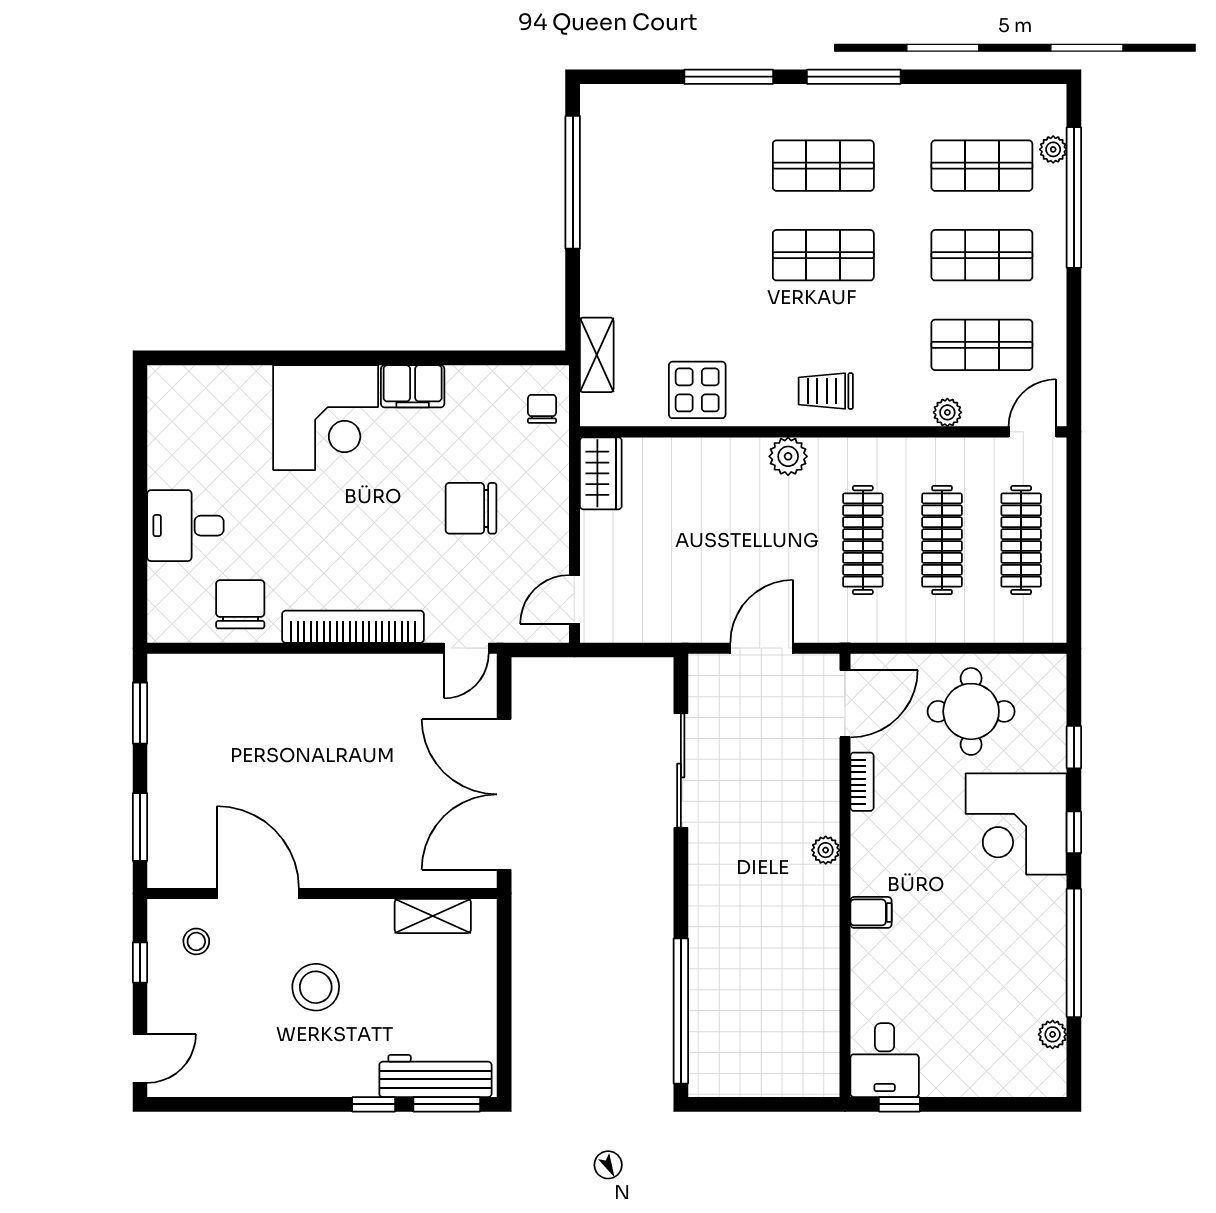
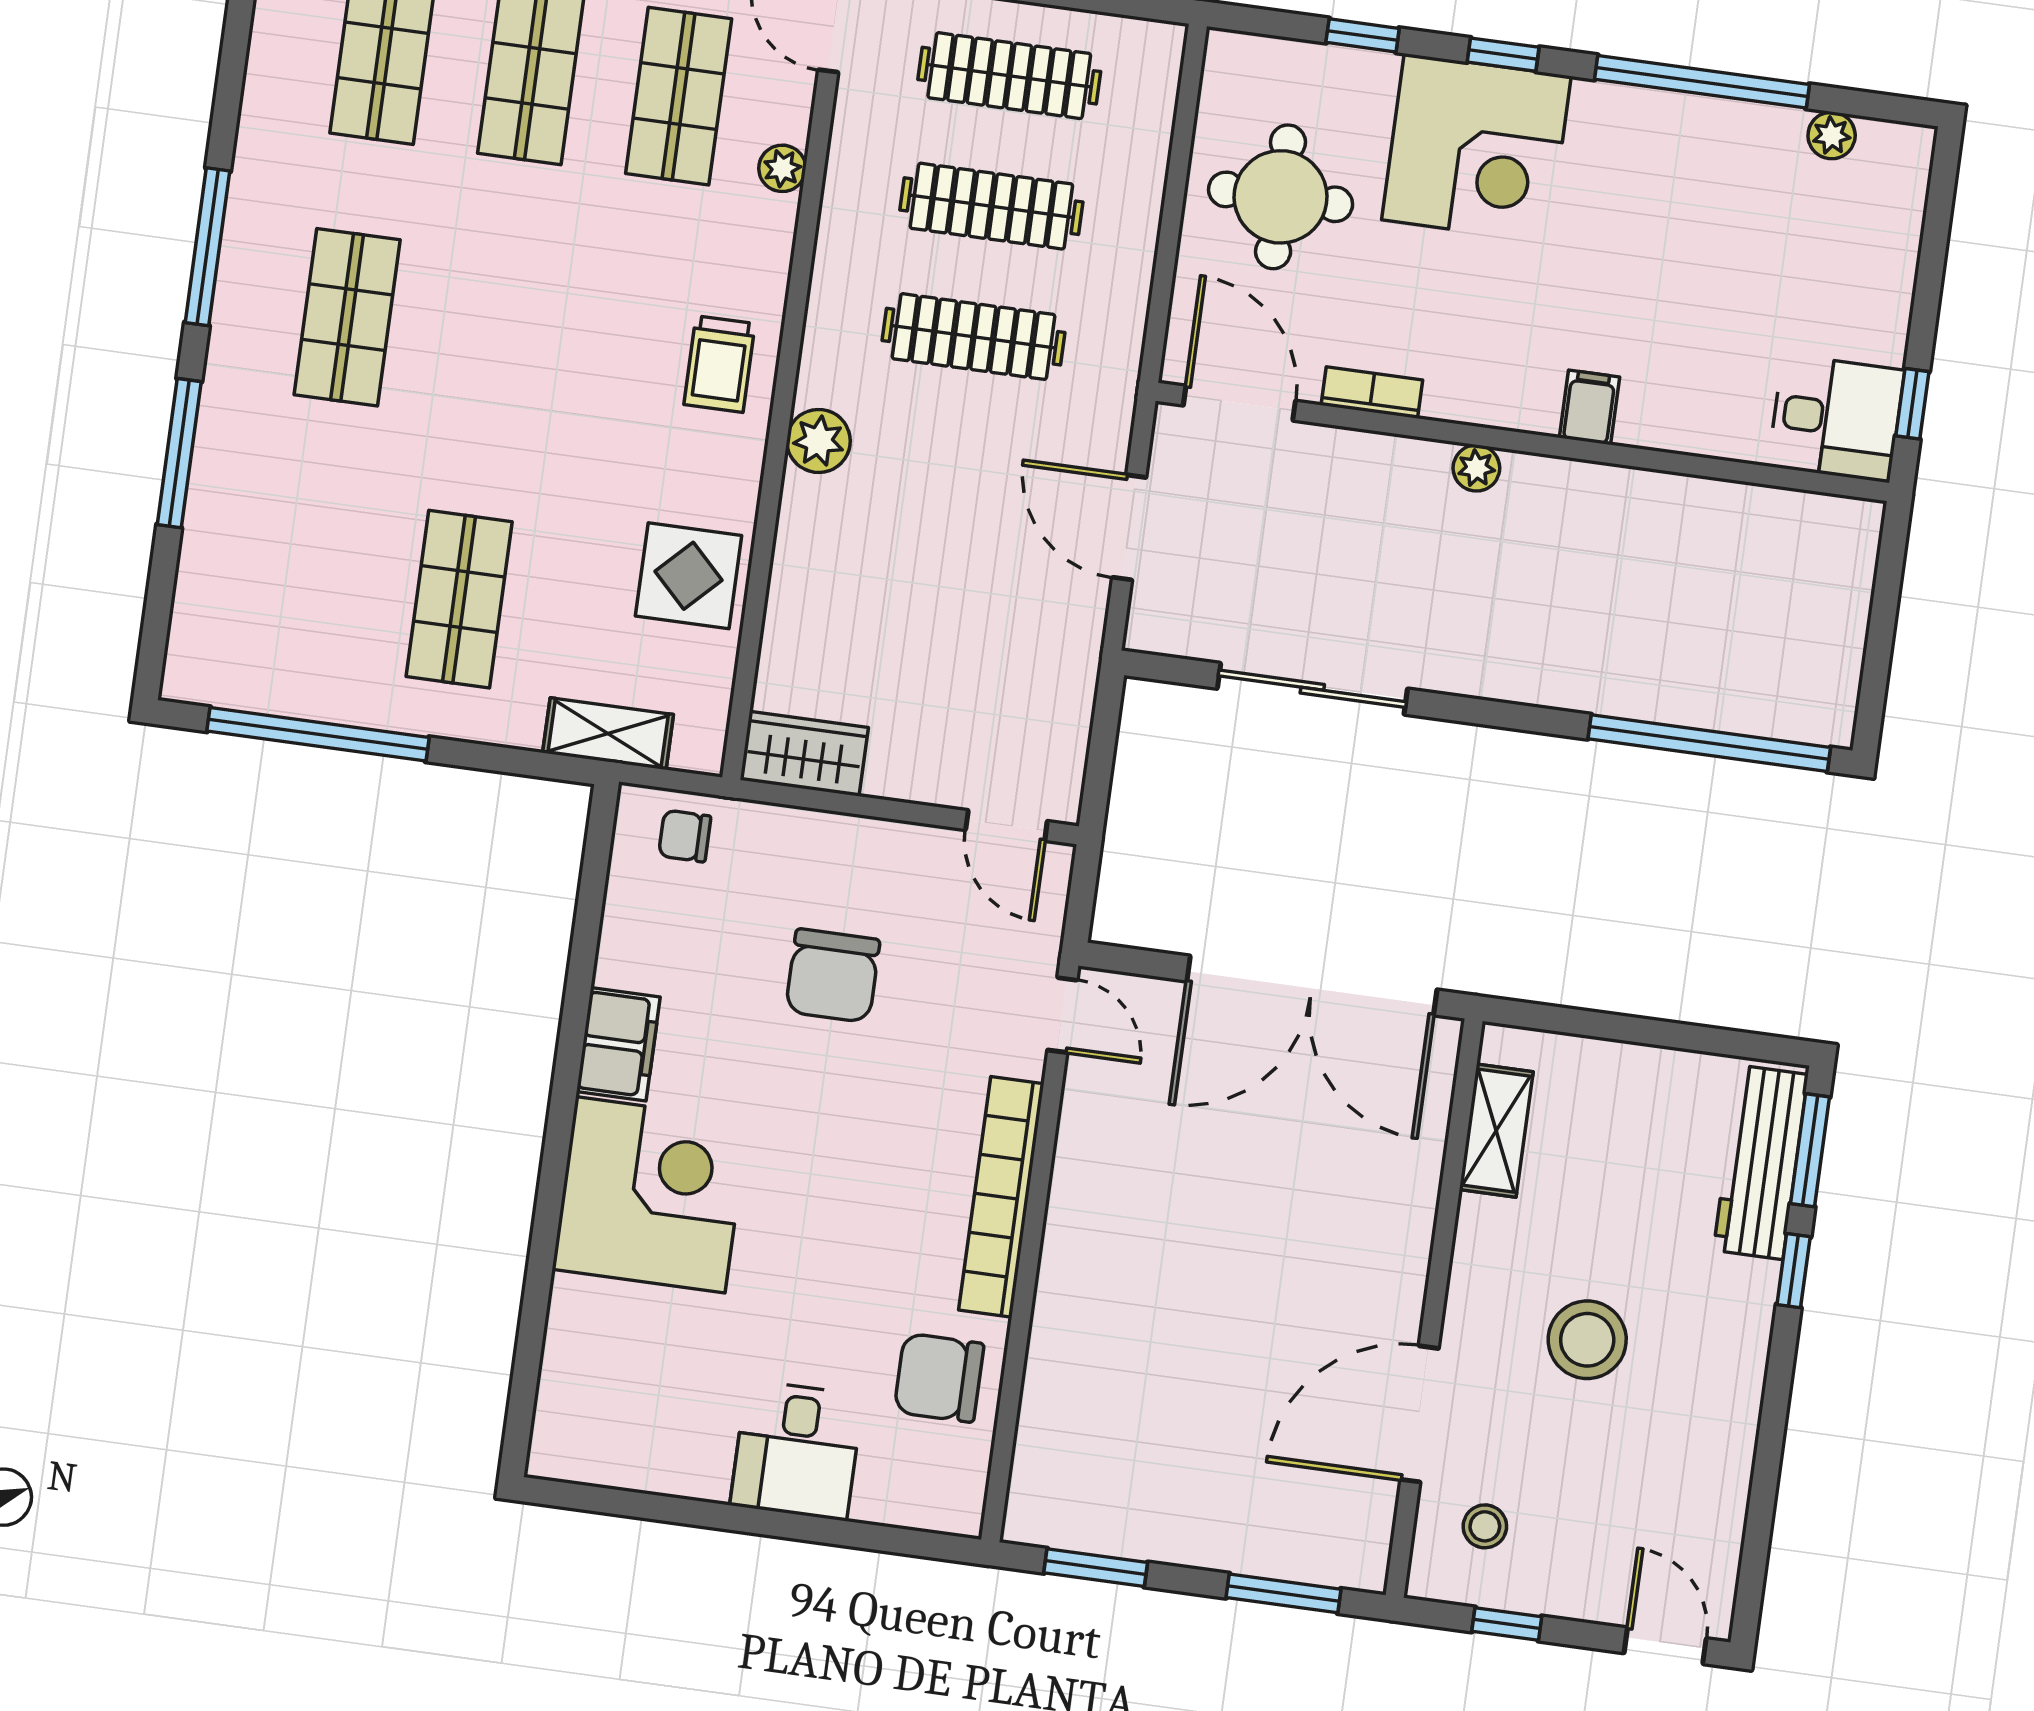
shop shelf: (823, 255) -> (459, 599), moved

